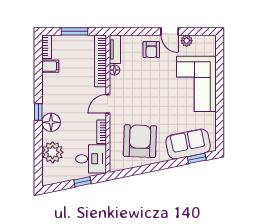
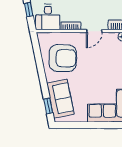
door: (108, 104) -> (94, 31), swing flipped

